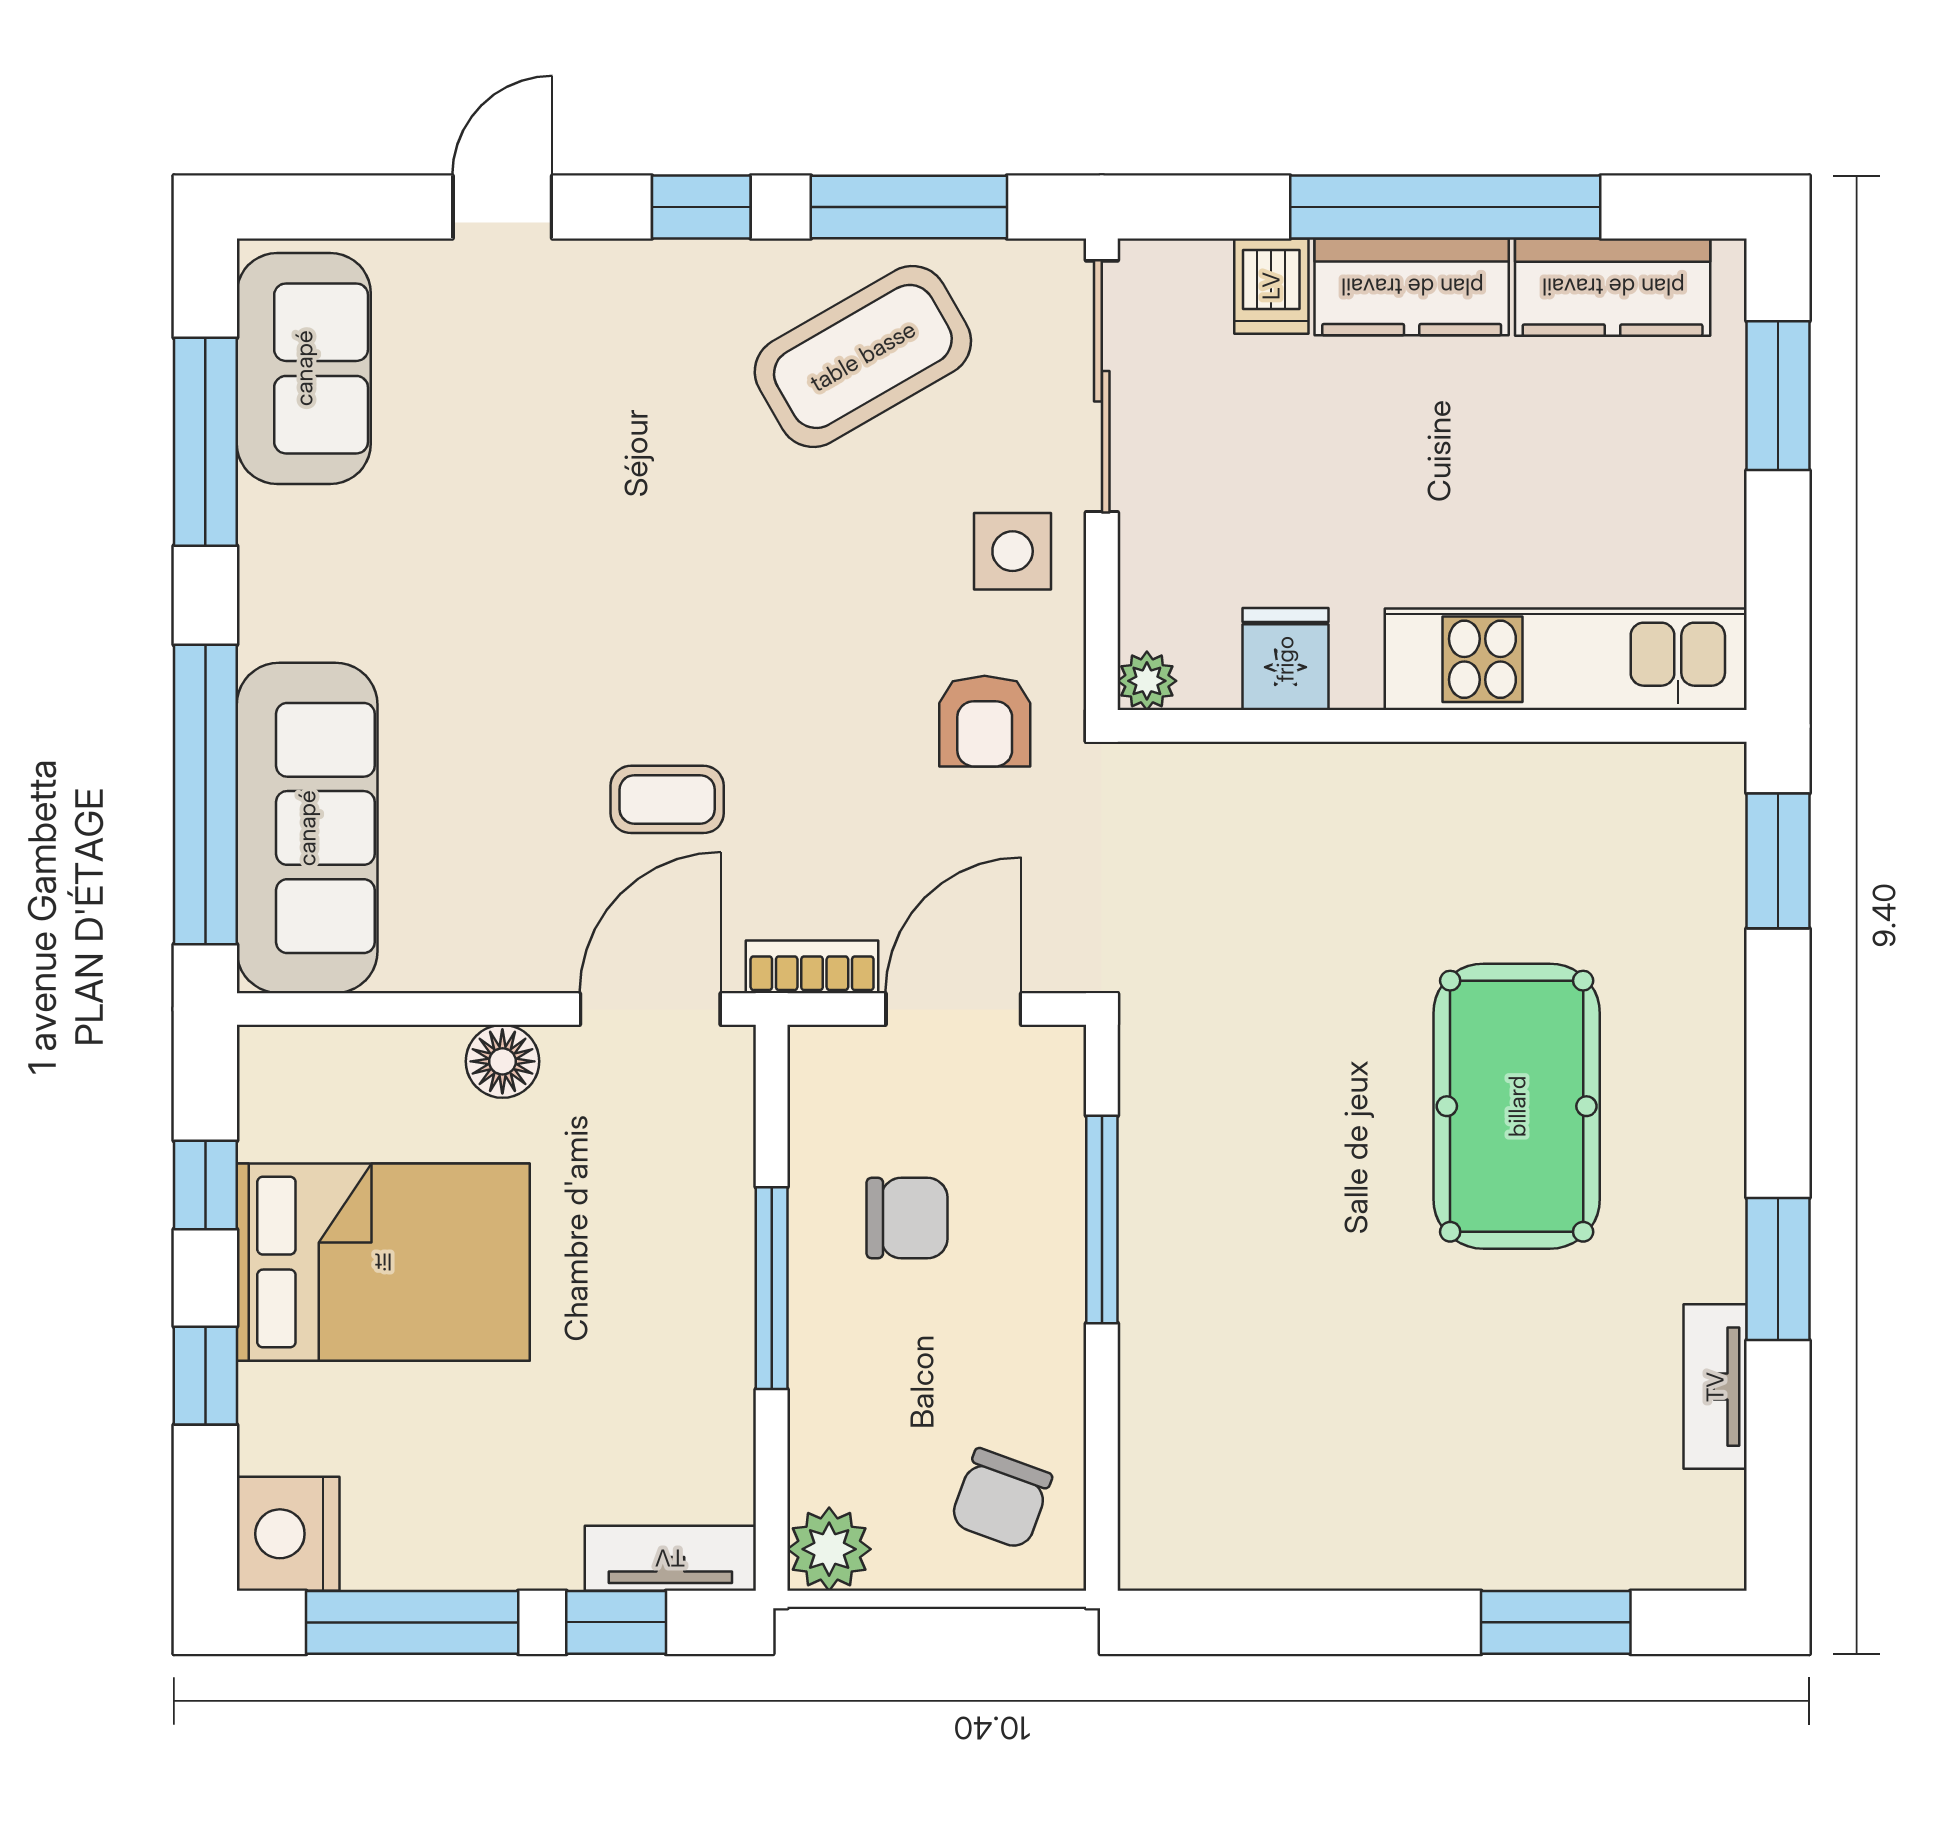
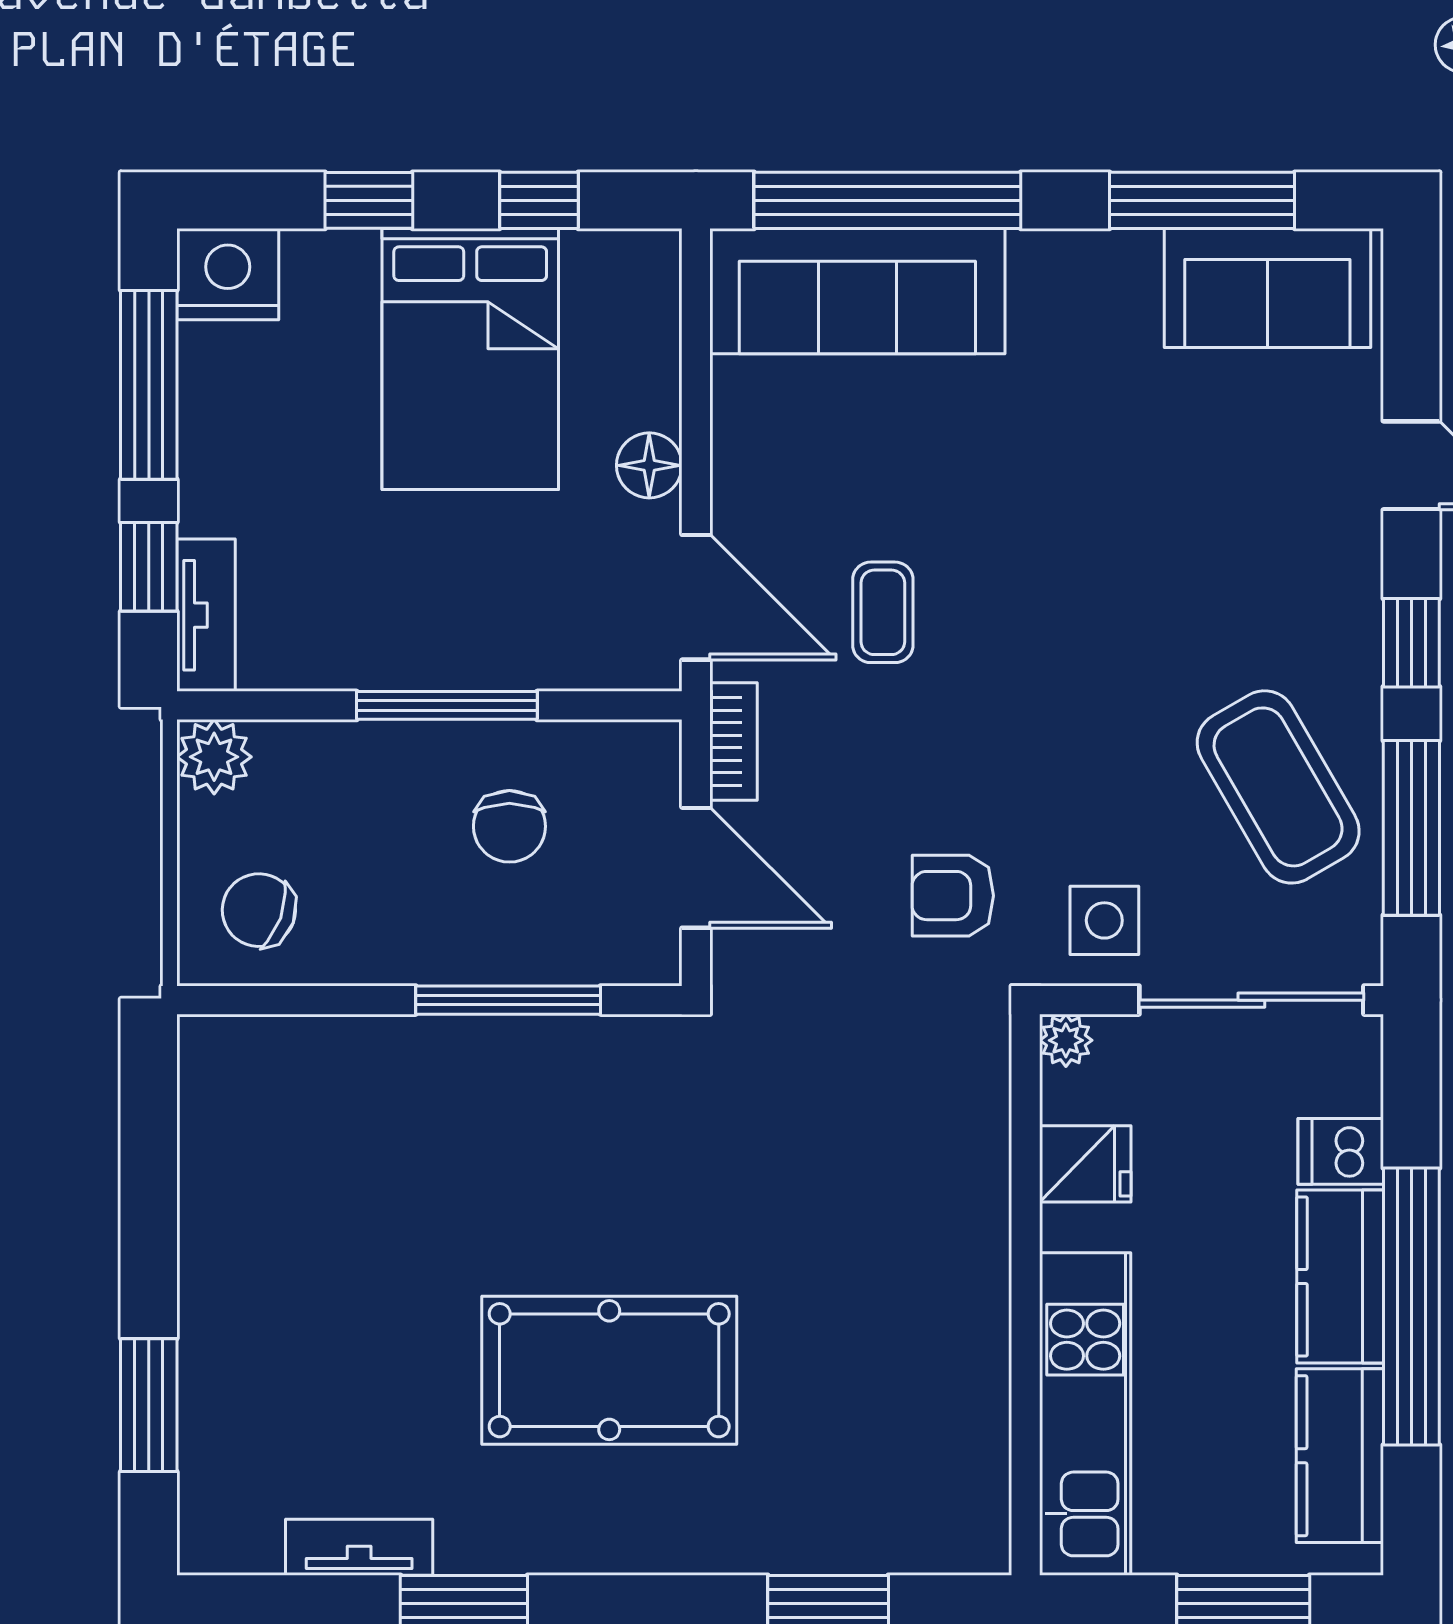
fridge: (1285, 659) -> (1085, 1164), moved
kitchen unit: (1566, 659) -> (1085, 1414), moved
plant: (1147, 681) -> (1066, 1040), moved
wall: (1432, 726) -> (1026, 1295), moved

